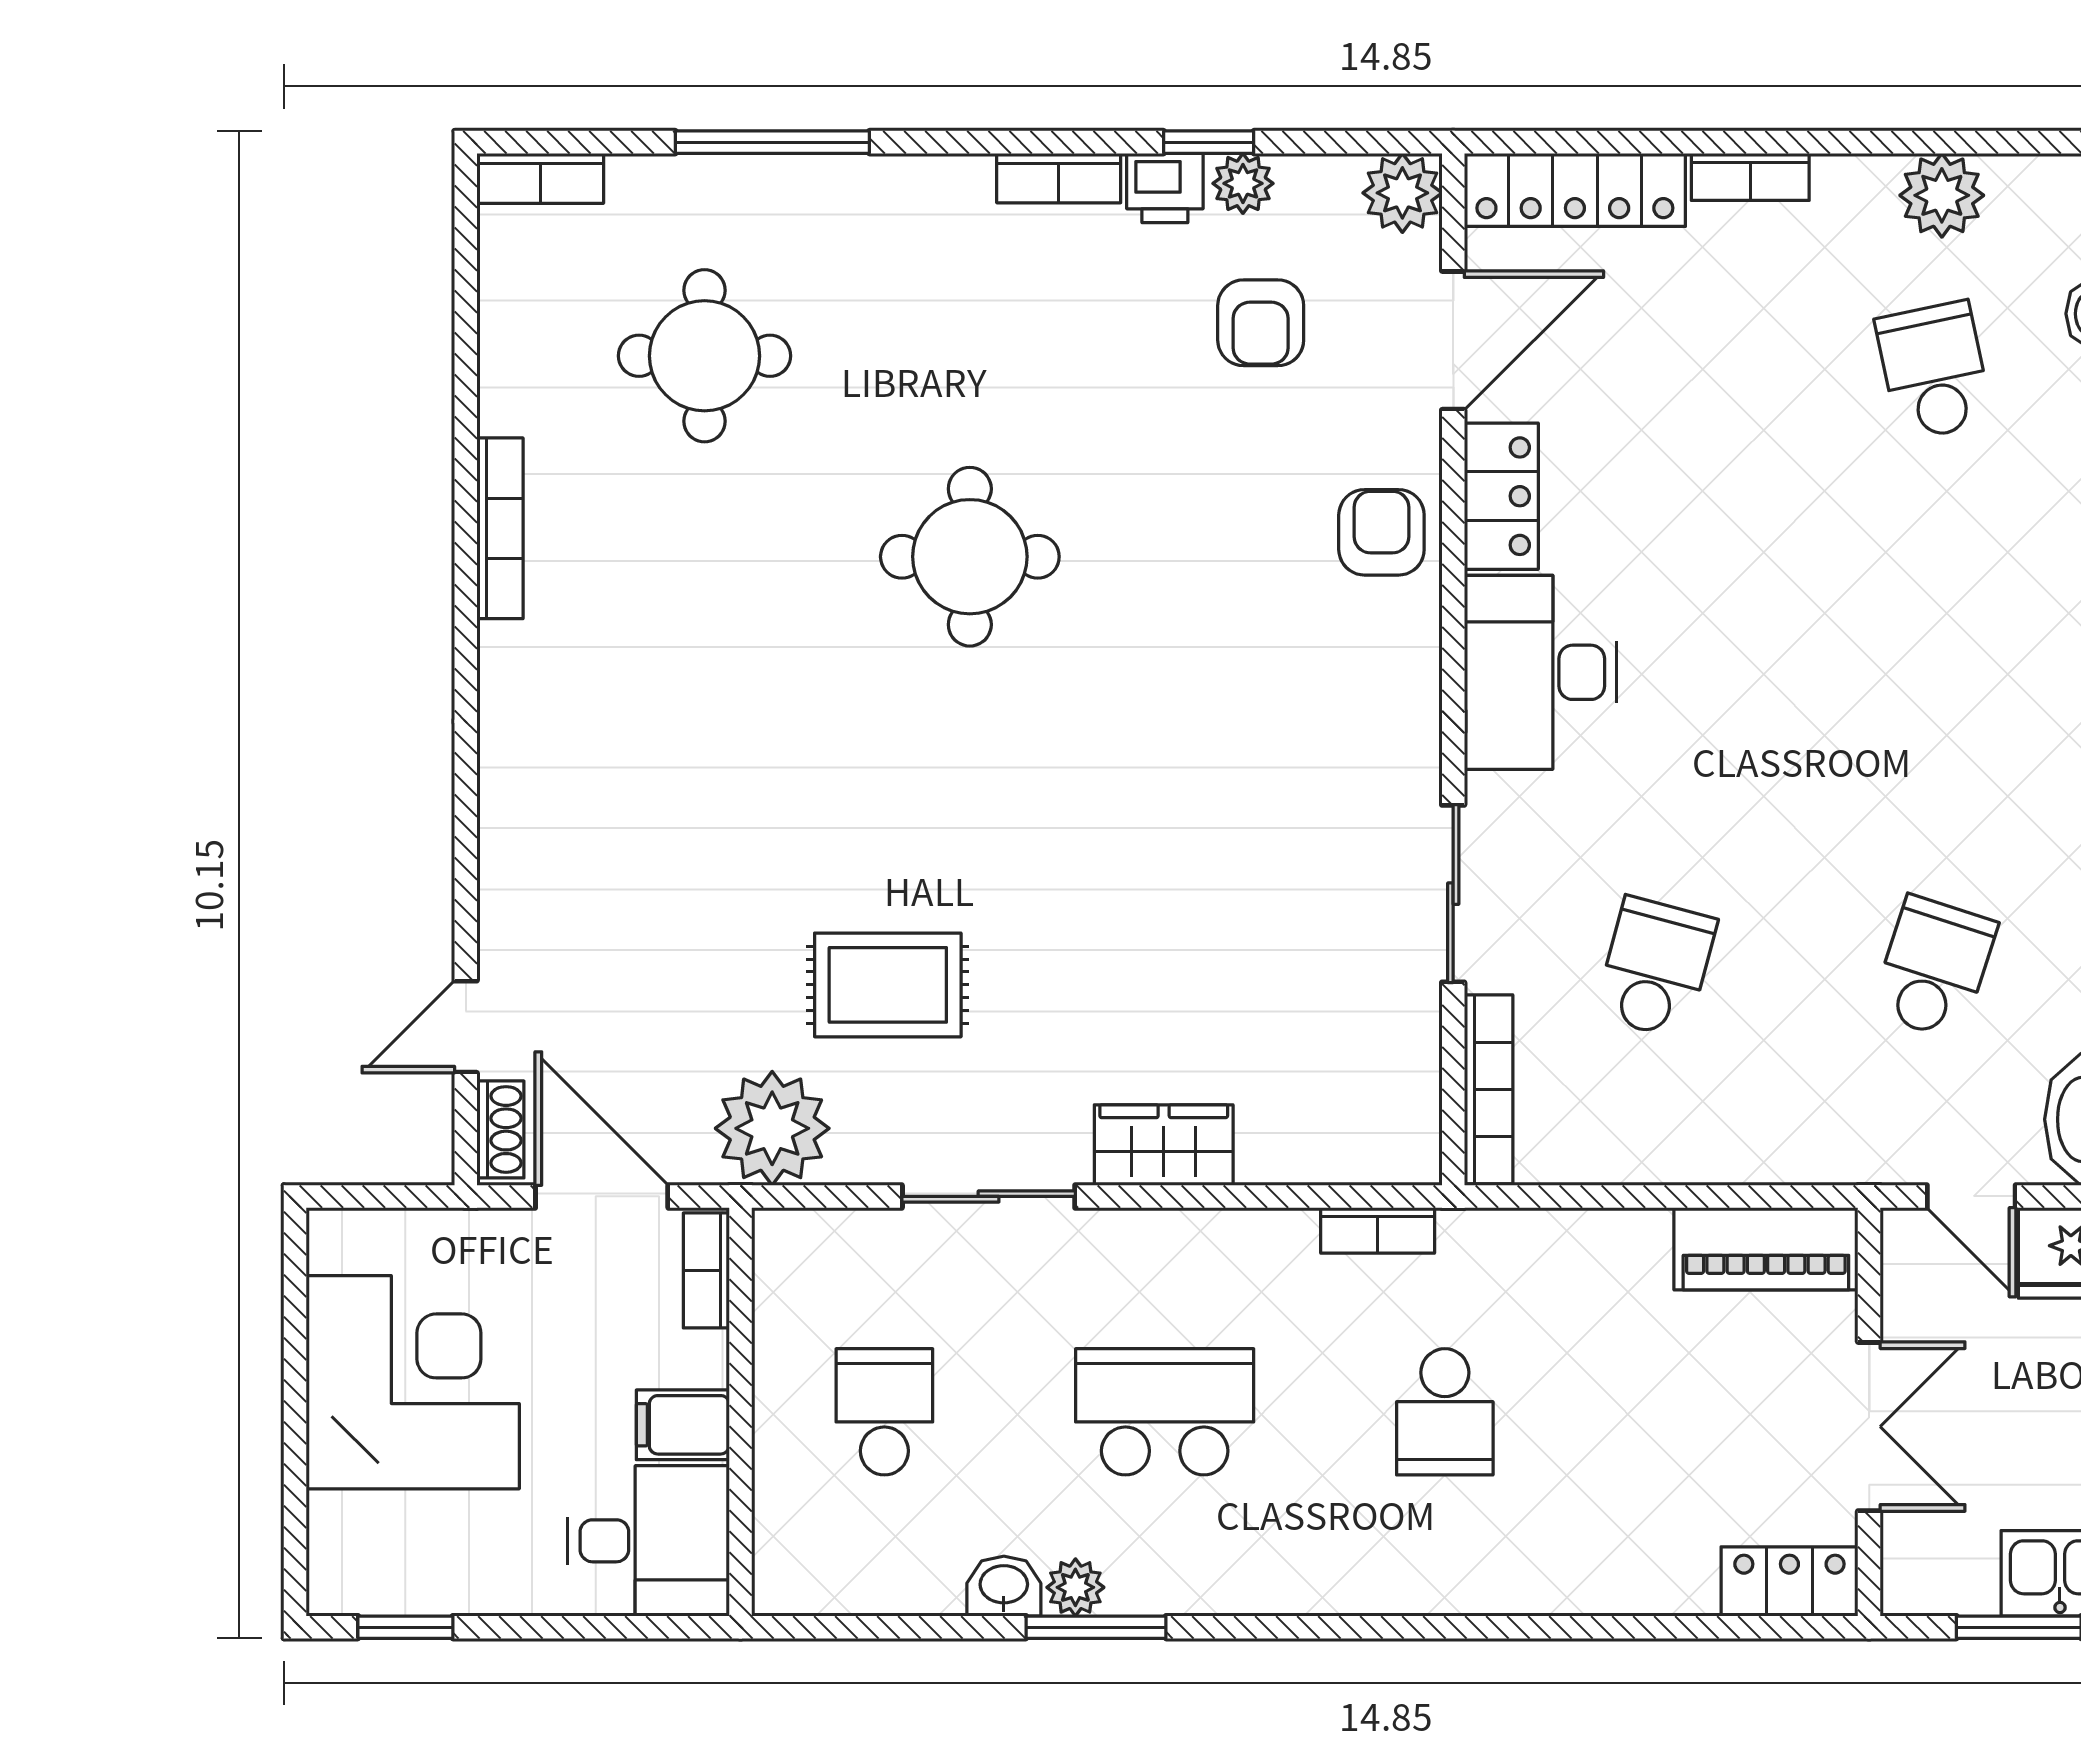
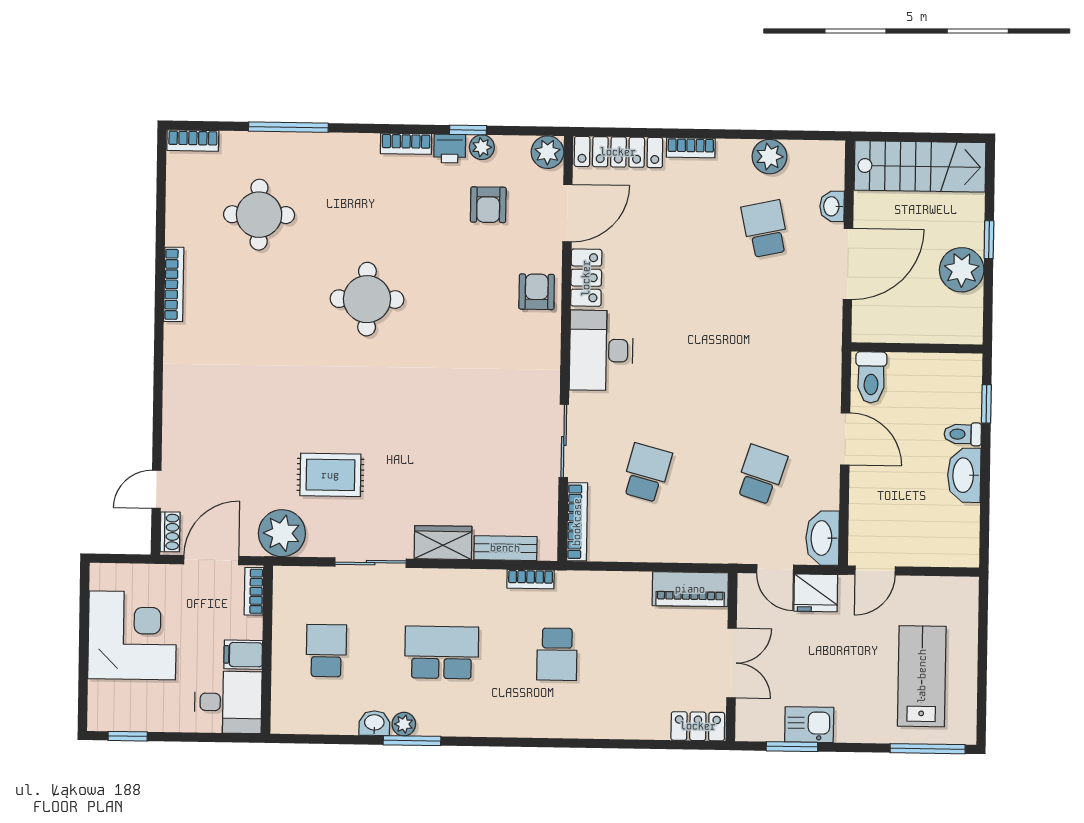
bench: (1315, 1156) -> (505, 548), added
door: (602, 1196) -> (211, 560), hinge flipped

